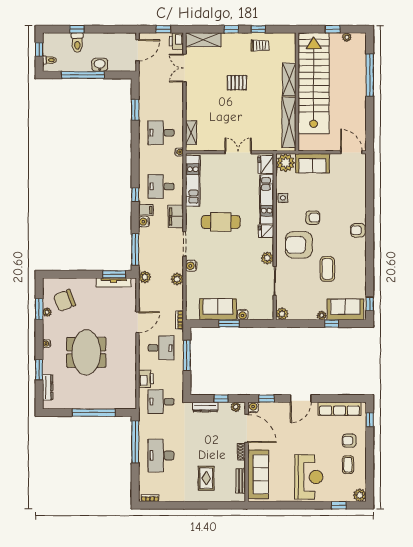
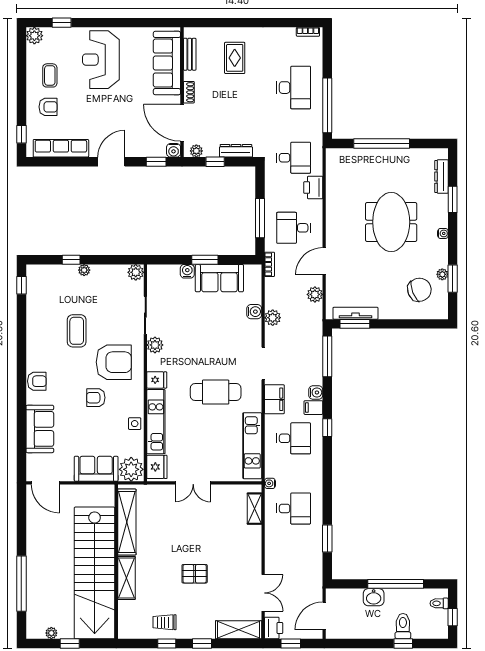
water cooler: (191, 266) -> (254, 312), moved
plant: (145, 277) -> (315, 294), moved
sofa: (345, 309) -> (40, 429), moved, turned -90

